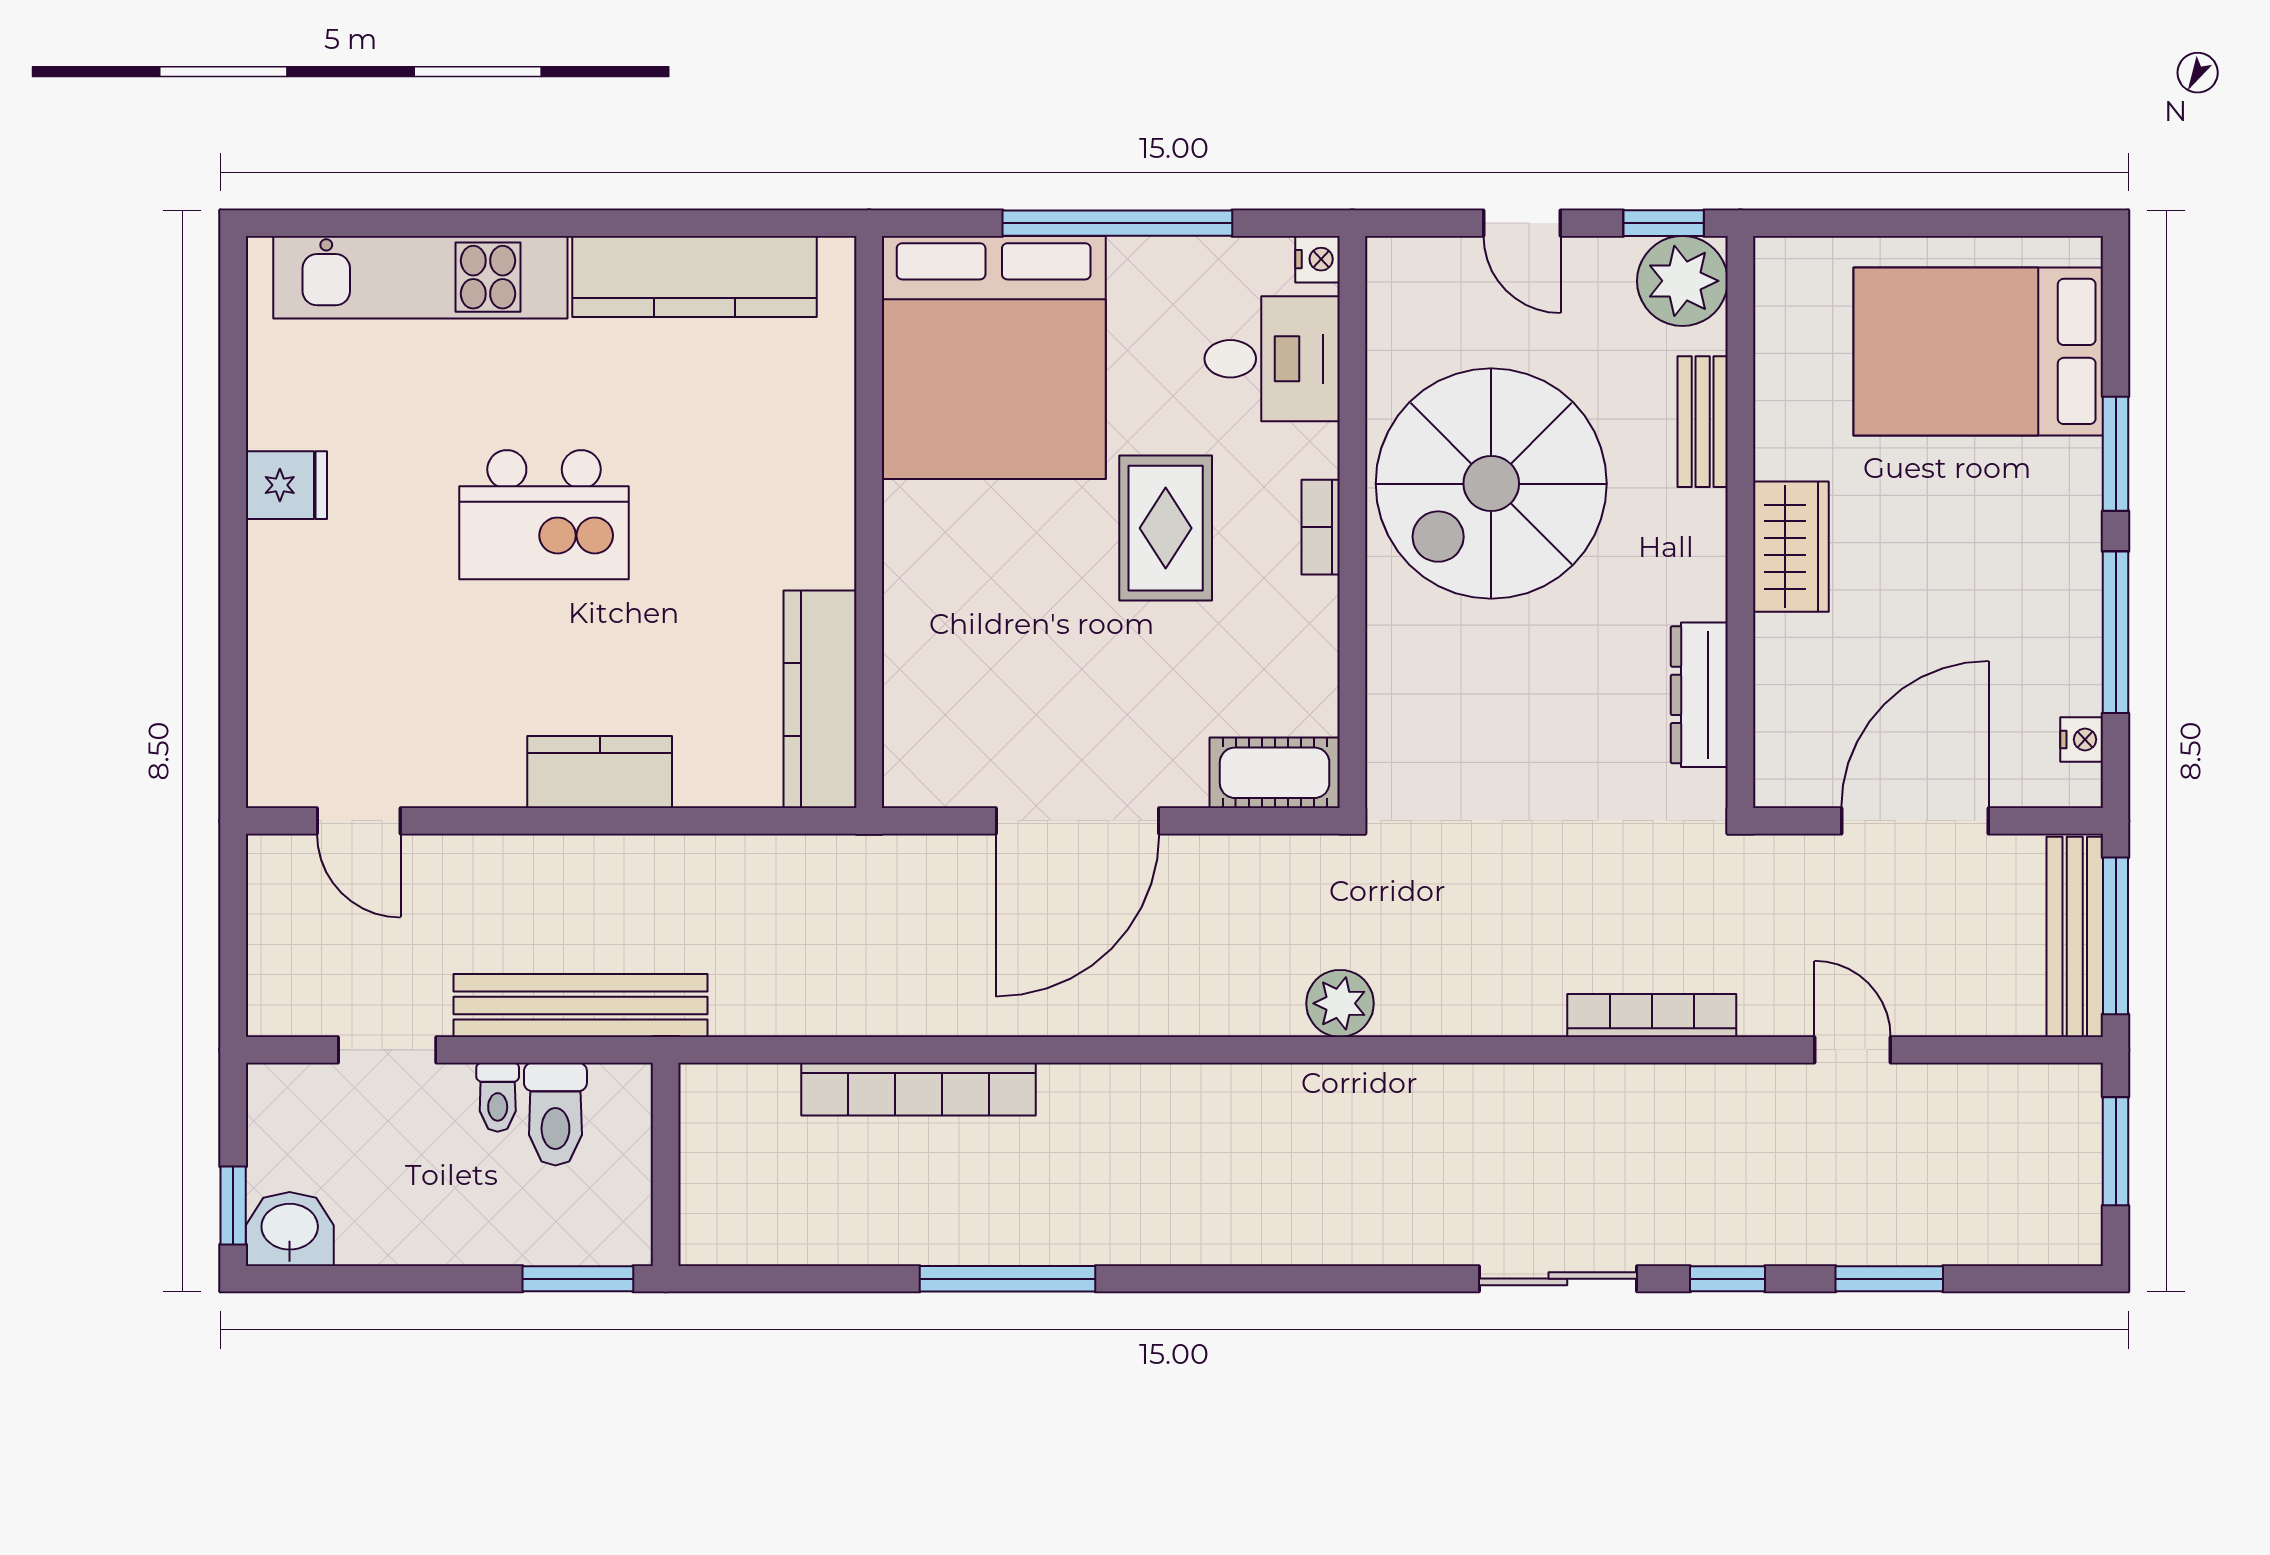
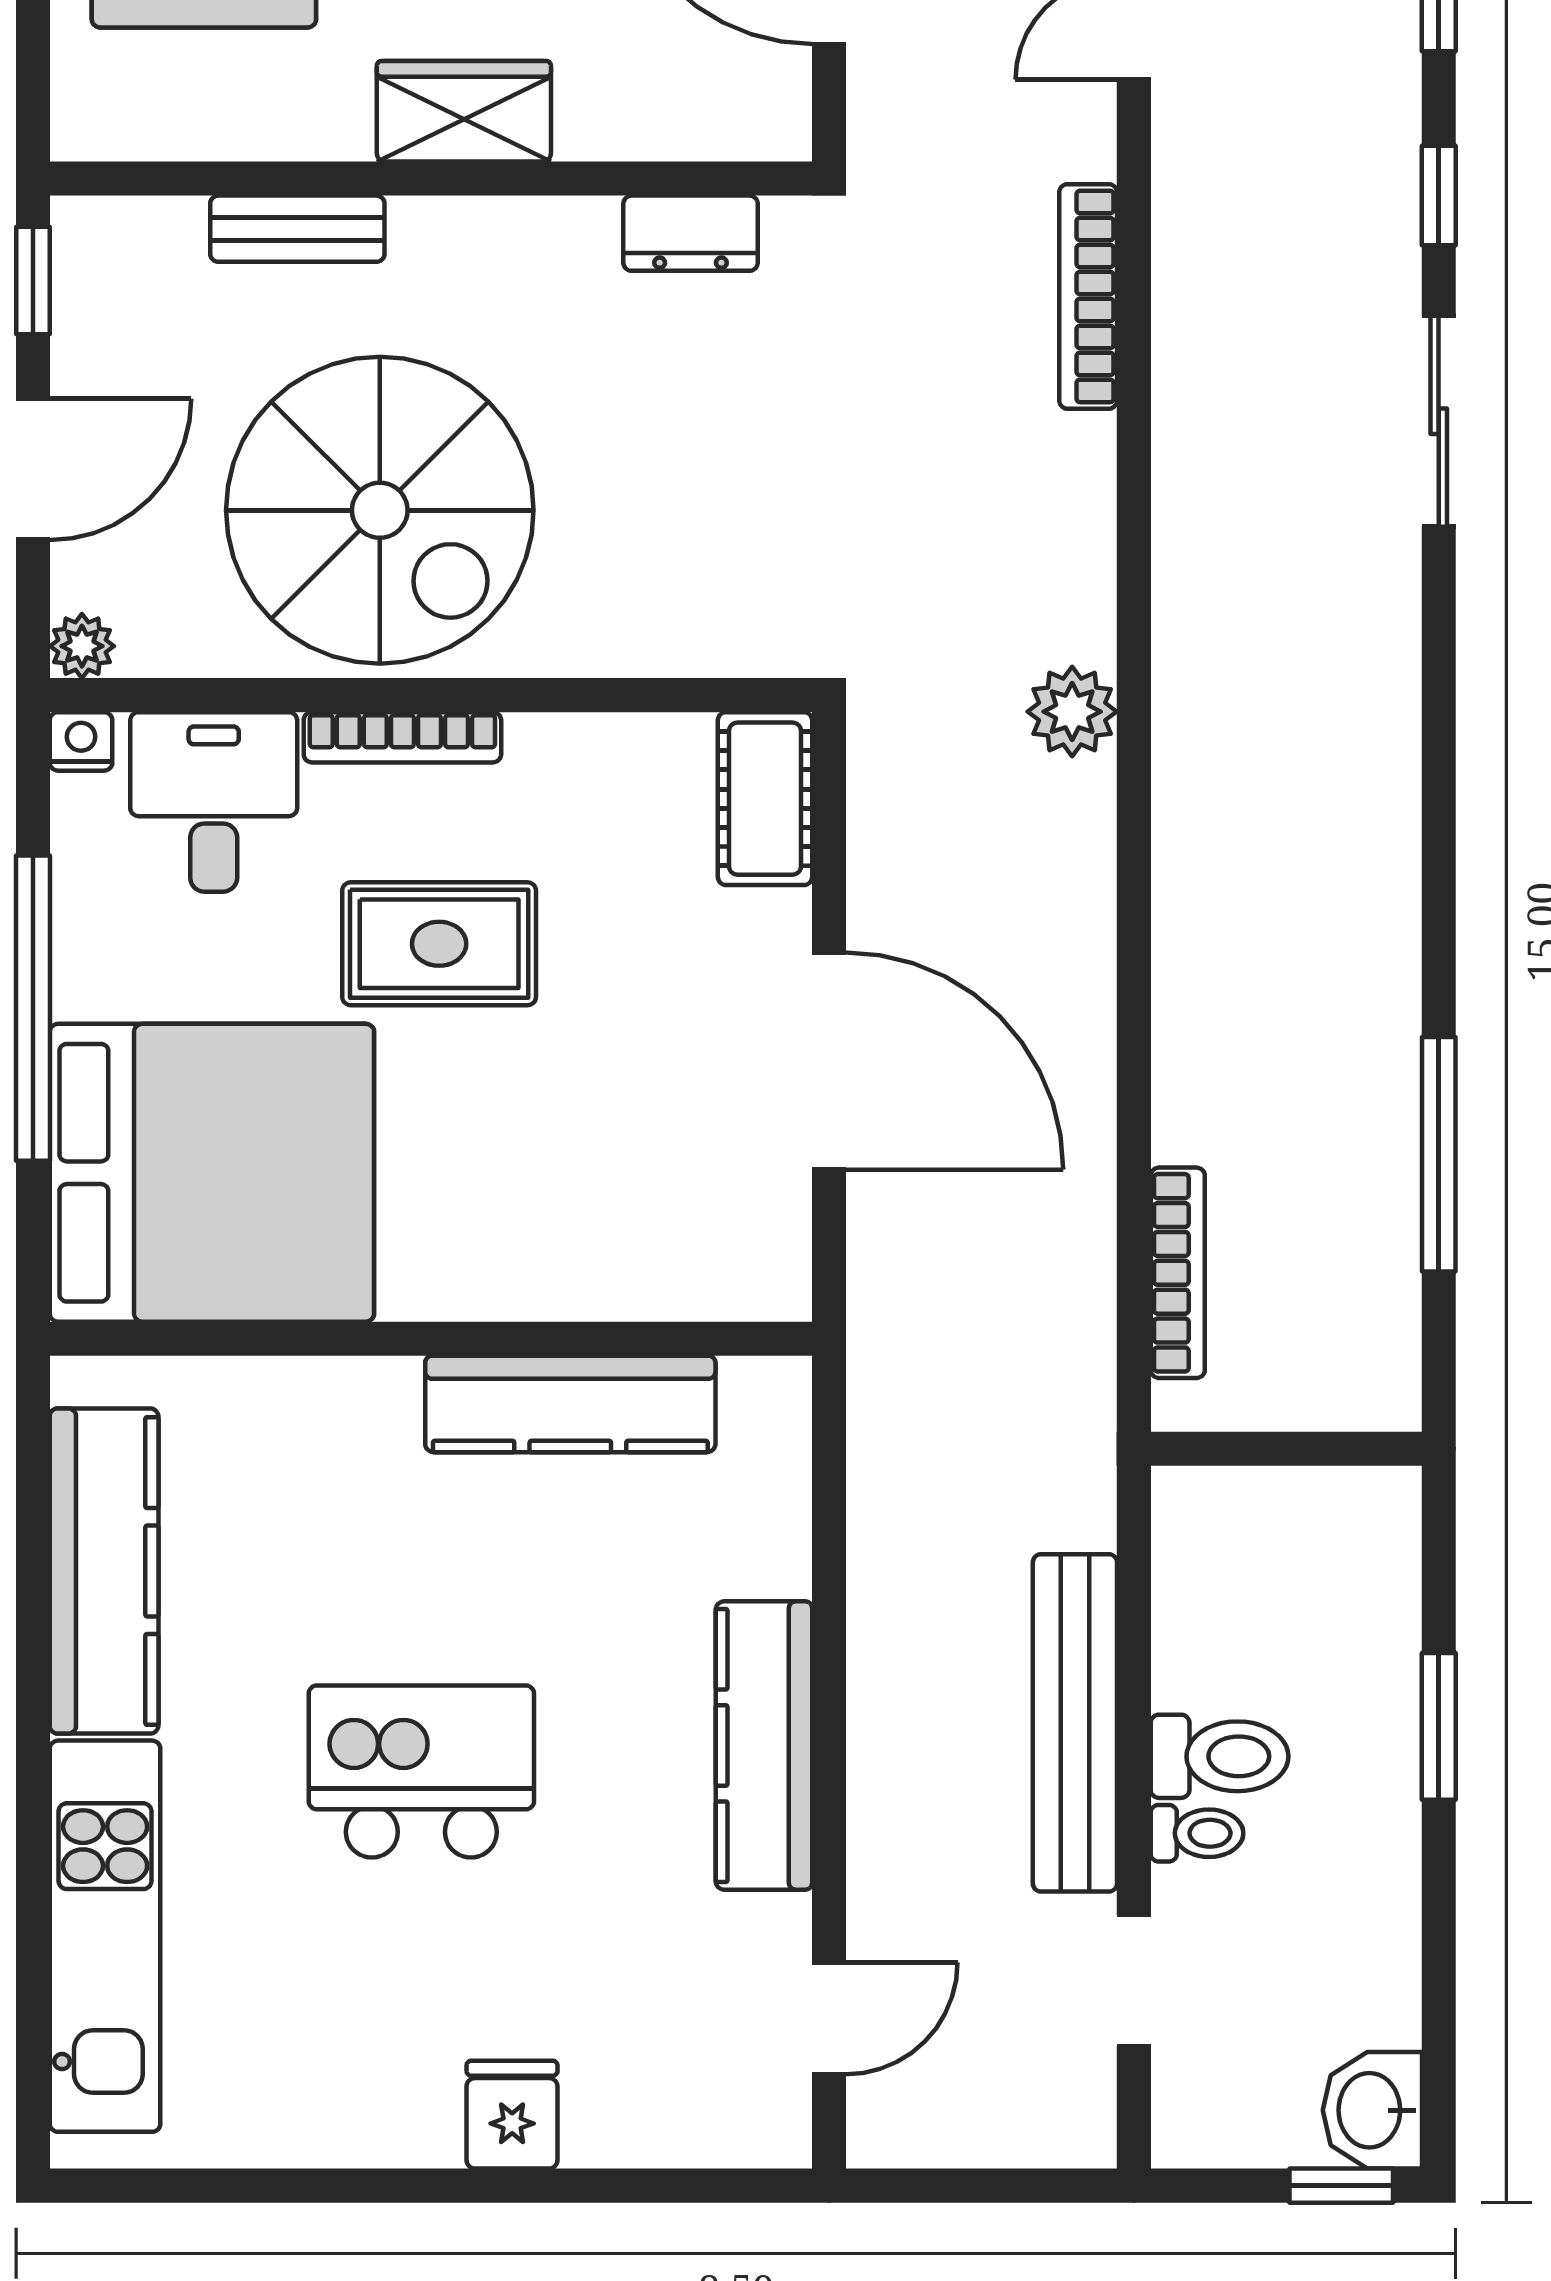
door: (1522, 223) -> (33, 469), width x1.38
plant: (1682, 281) -> (82, 646), moved, width x0.53, depth x0.53
fridge: (286, 485) -> (512, 2115), moved
kitchen island: (544, 515) -> (421, 1771), turned -90
bookcase: (1321, 527) -> (402, 737), width x1.56
dresser: (1699, 695) -> (691, 233), width x0.70
kitchen counter: (820, 699) -> (570, 1404), moved
kitchen counter: (600, 772) -> (764, 1745), width x1.50
bookcase: (919, 1089) -> (1178, 1273), width x0.68, depth x0.76
wall: (666, 1164) -> (1286, 1449), moved

